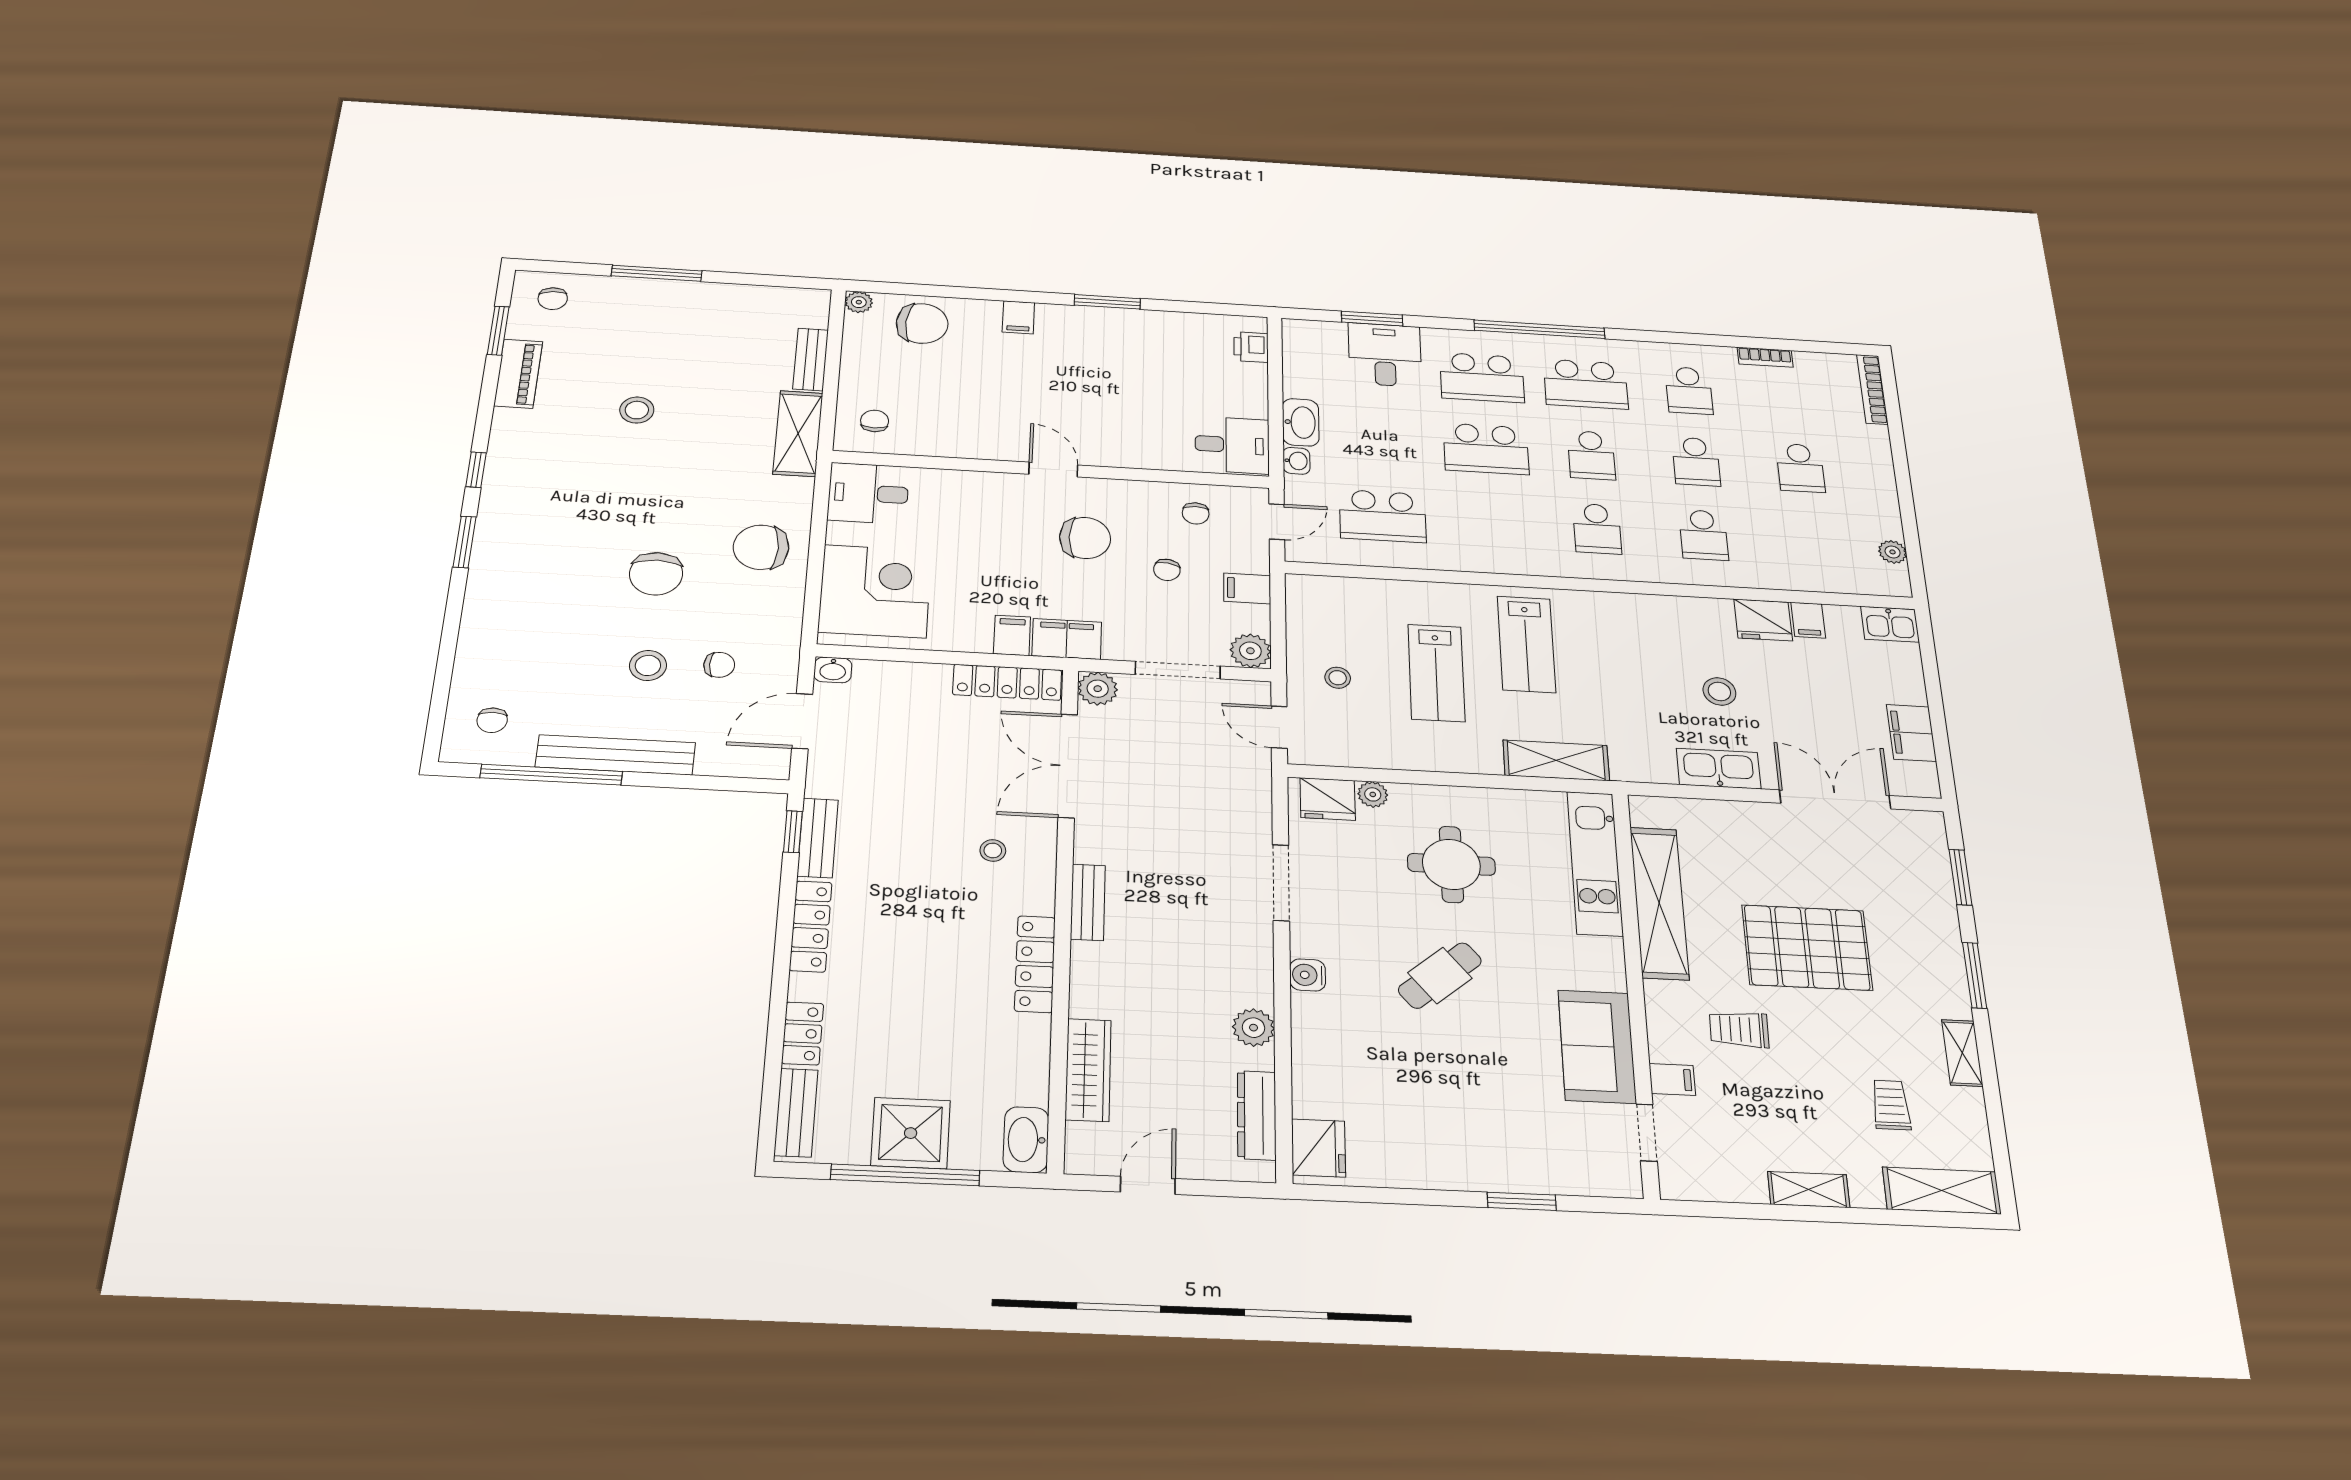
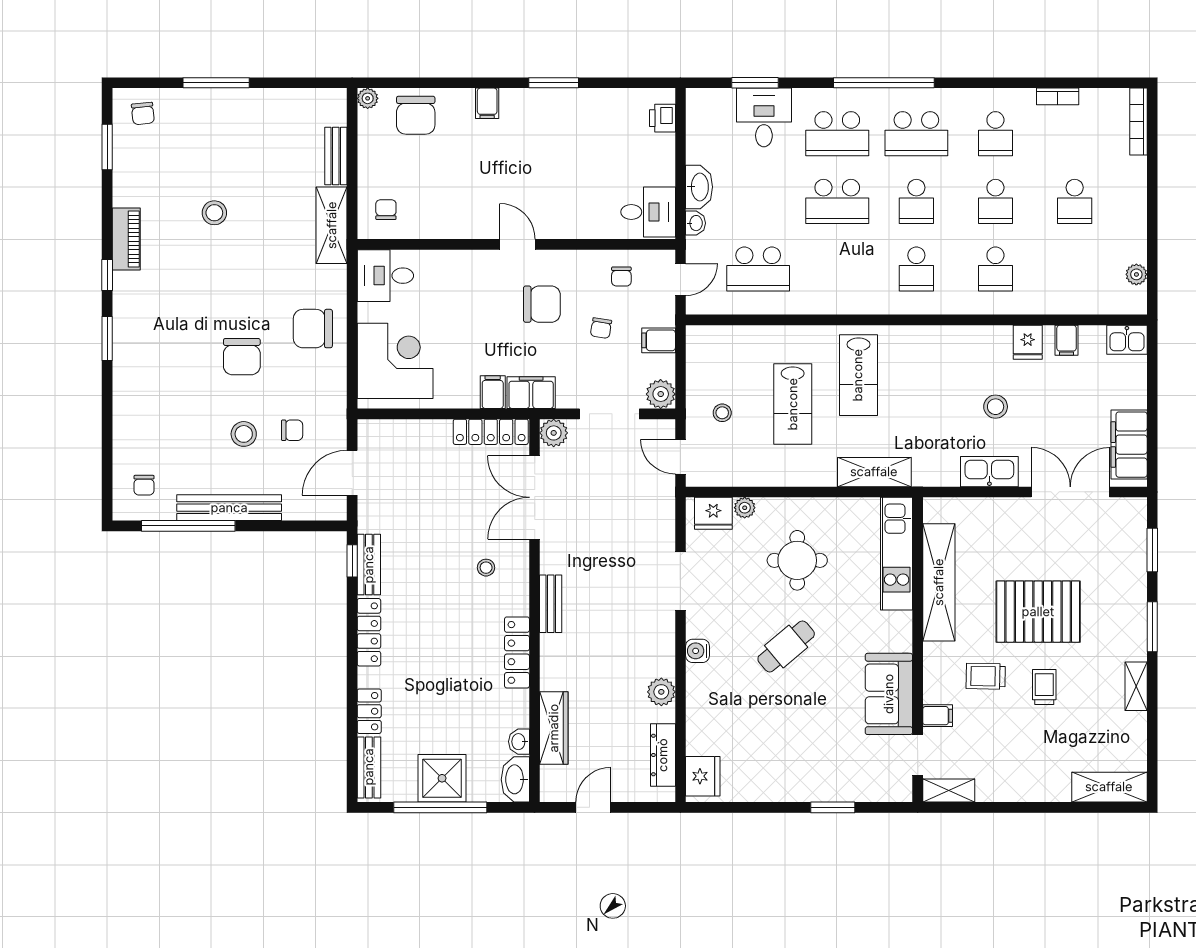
chair: (922, 324) -> (416, 115), turned 86
piano: (518, 374) -> (126, 239), moved
fridge: (1763, 620) -> (1028, 342), width x0.72
washbasin: (833, 670) -> (519, 742), moved, turned 90
filing cabinet: (1911, 733) -> (1129, 445), width x1.50, depth x1.17
trolley: (1891, 1105) -> (1044, 687), moved
shelving: (1809, 1190) -> (949, 790), moved

